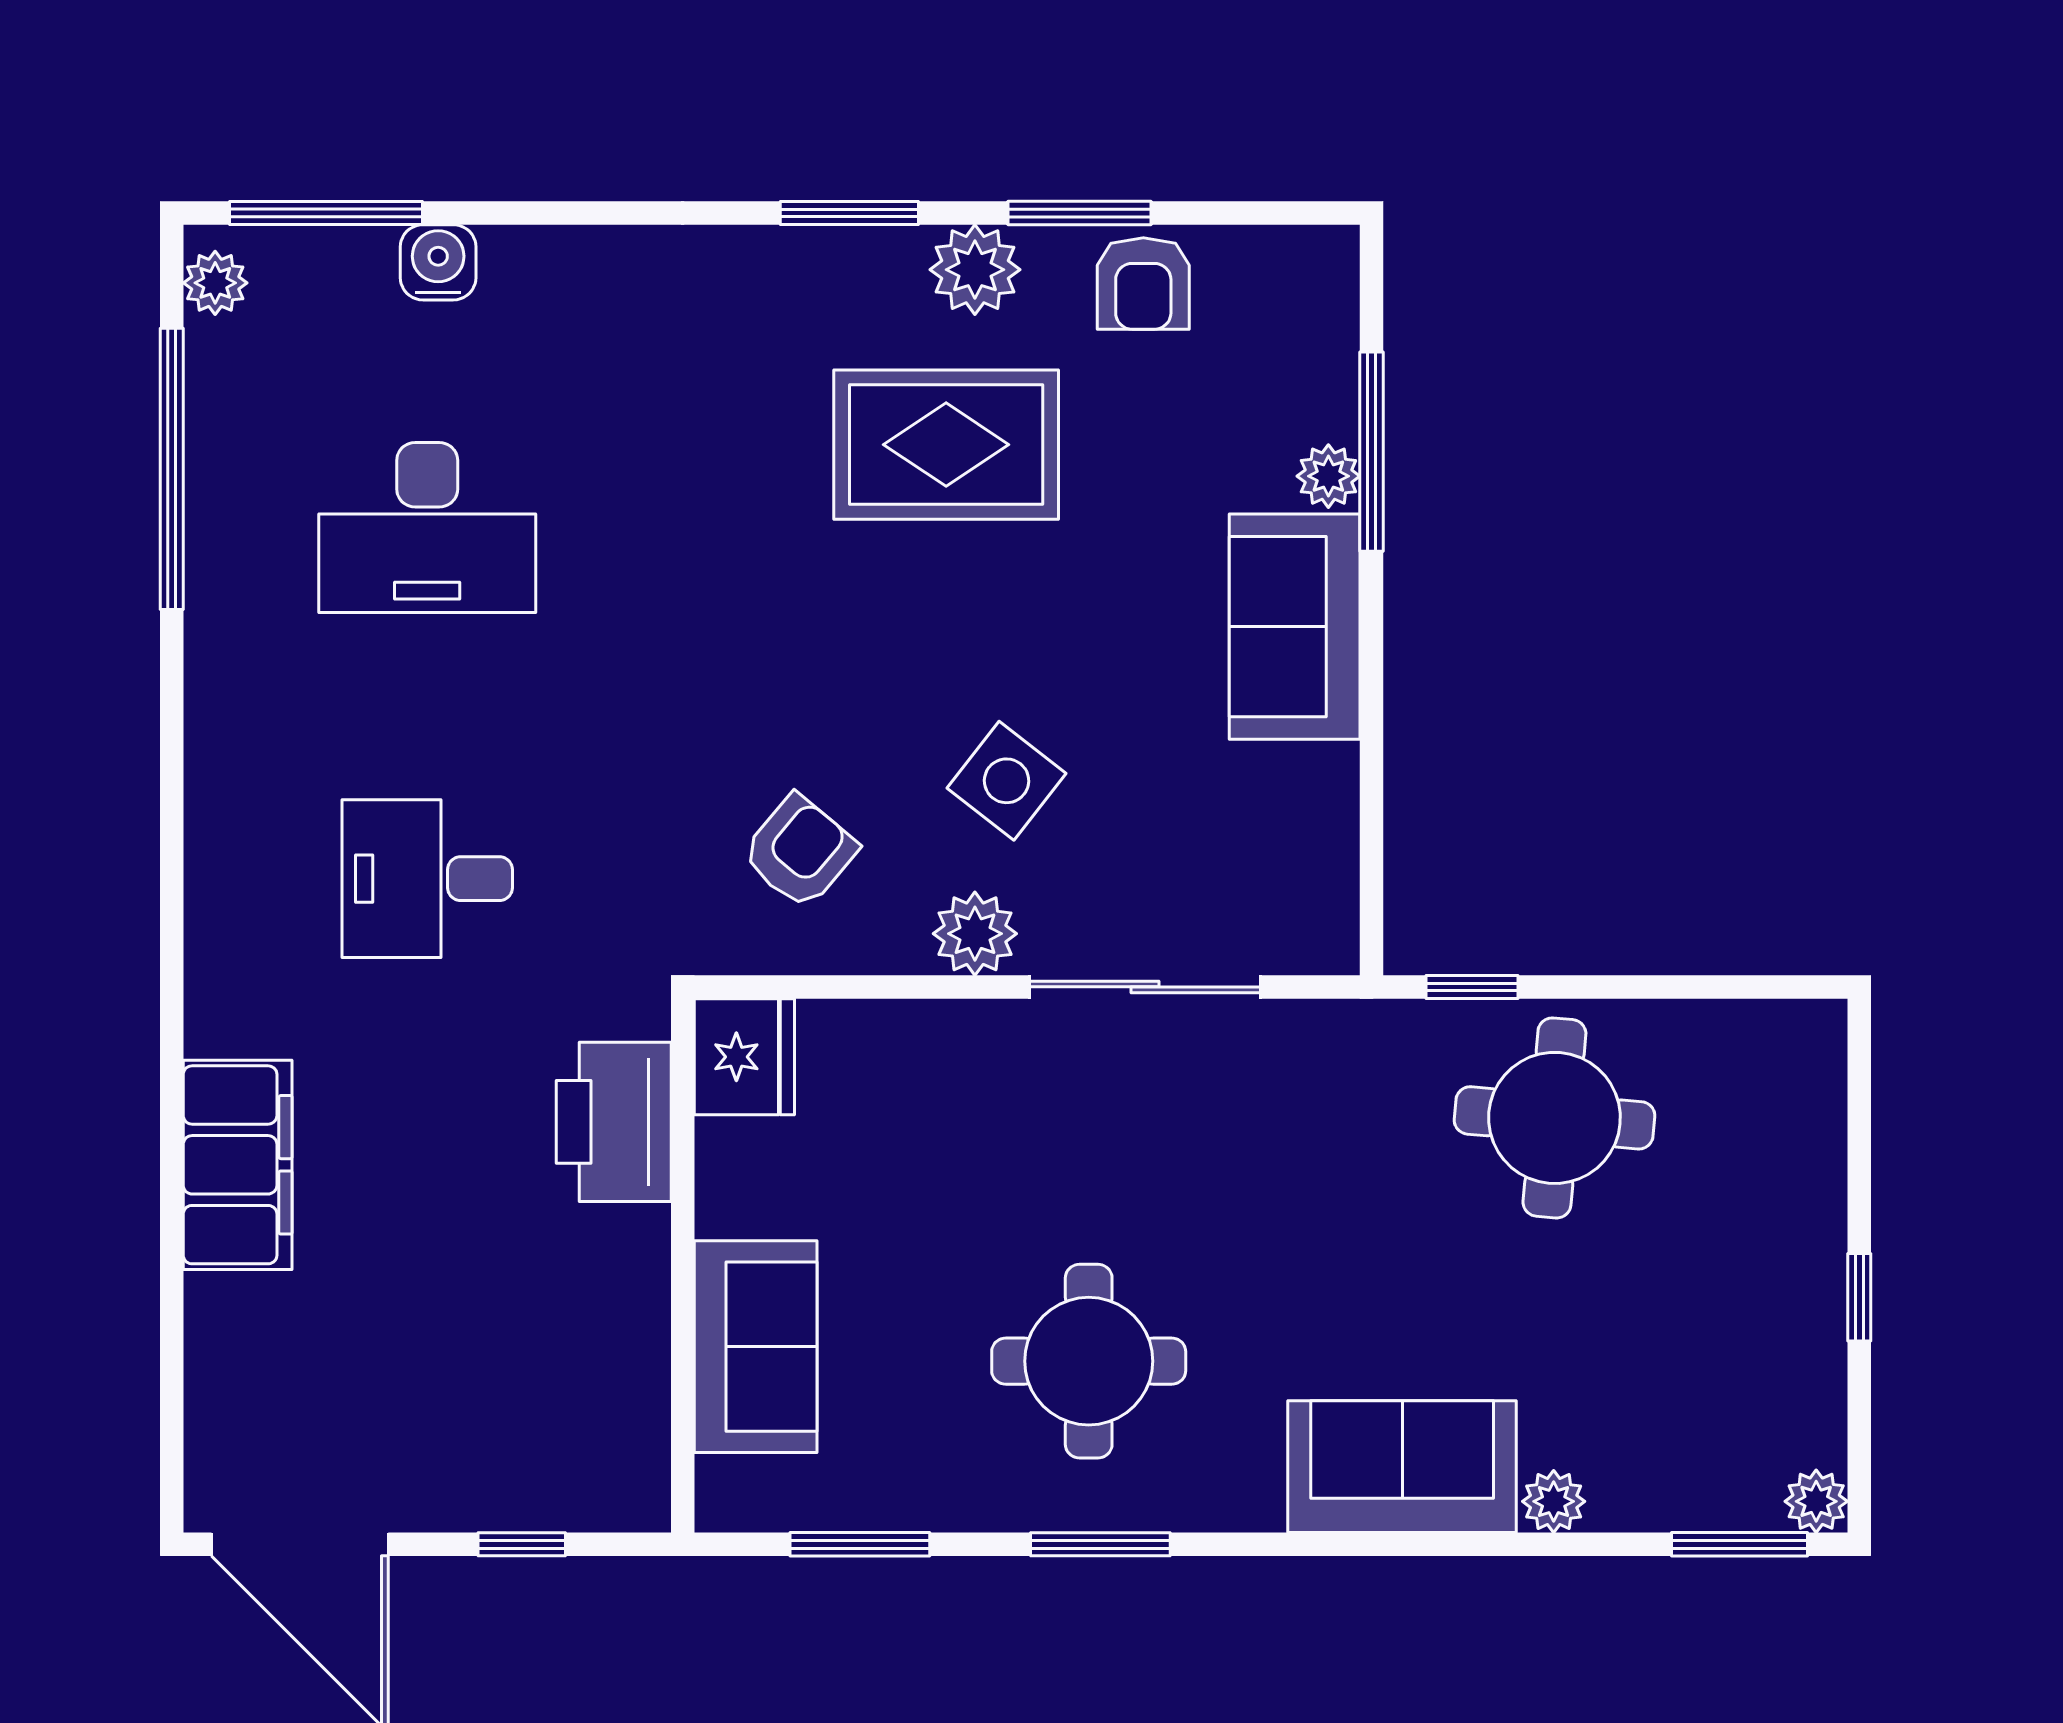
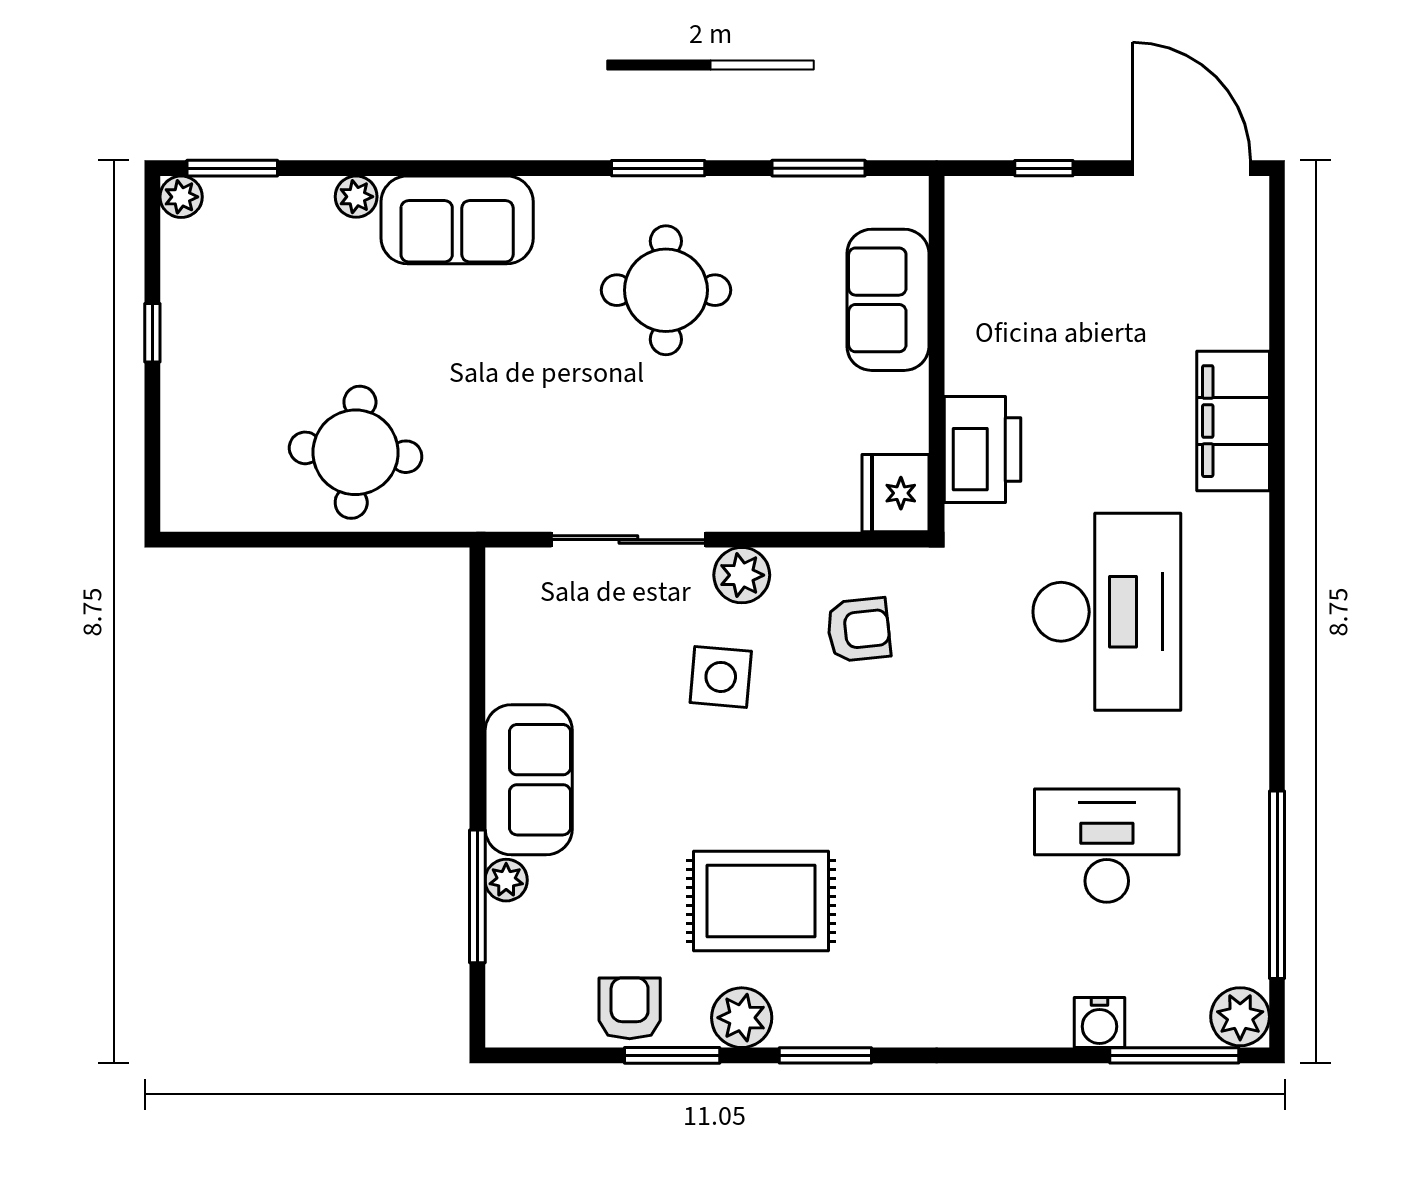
plant: (215, 283) -> (1240, 1017), width x1.38, depth x1.38
side table: (1007, 781) -> (721, 677), turned -33
armchair: (800, 852) -> (859, 630), turned -136
desk: (427, 879) -> (1107, 612), width x1.87, depth x1.30
window: (1472, 987) -> (411, 540), removed

